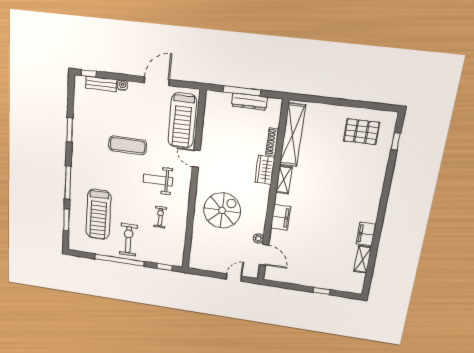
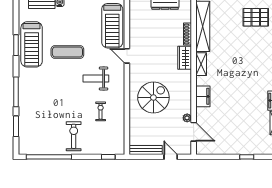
treadmill: (98, 214) -> (32, 44), moved
window: (119, 260) -> (49, 157), moved
bench: (207, 266) -> (146, 150), added
door: (234, 278) -> (171, 157), hinge flipped

